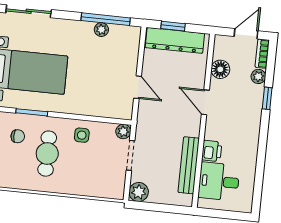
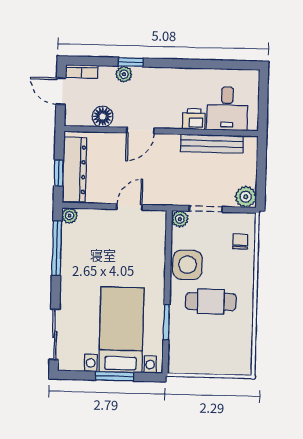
plant: (101, 30) -> (70, 216), moved
plant: (258, 76) -> (124, 74), moved
side table: (82, 135) -> (187, 265), width x1.87, depth x1.87
chair: (18, 136) -> (240, 241), moved

